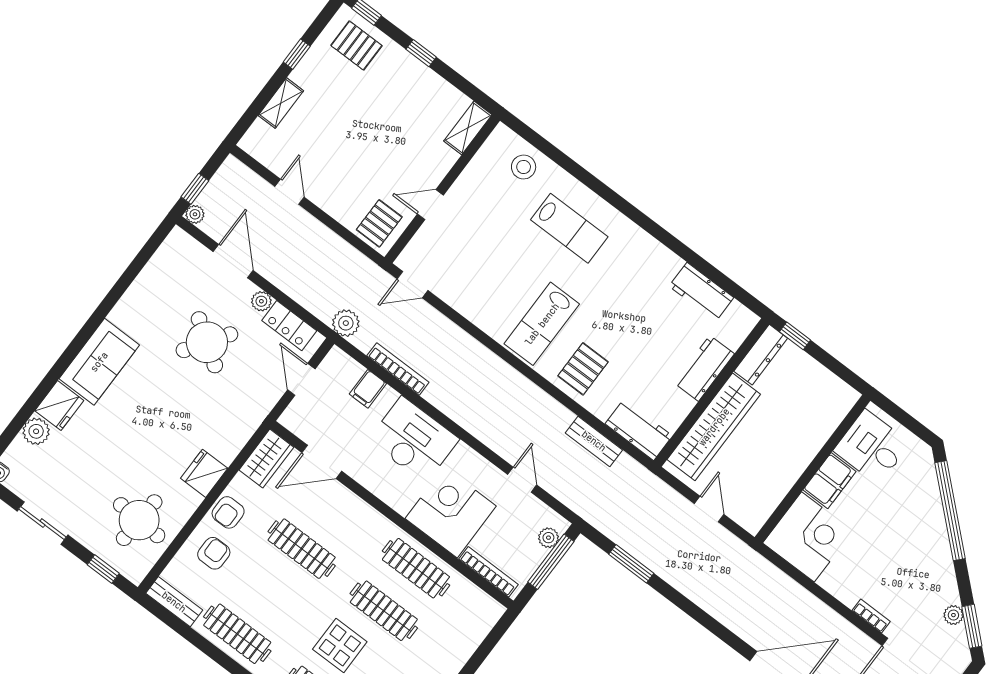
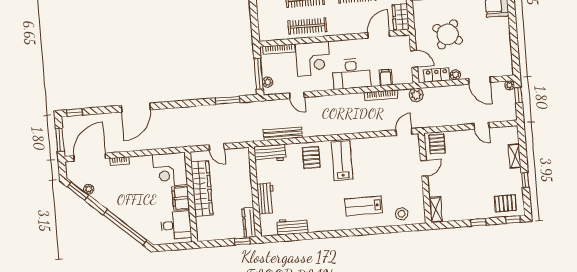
round table: (207, 342) -> (448, 34), moved
wardrobe: (714, 427) -> (202, 188), moved, turned 180
bench: (594, 441) -> (283, 134), width x1.36

